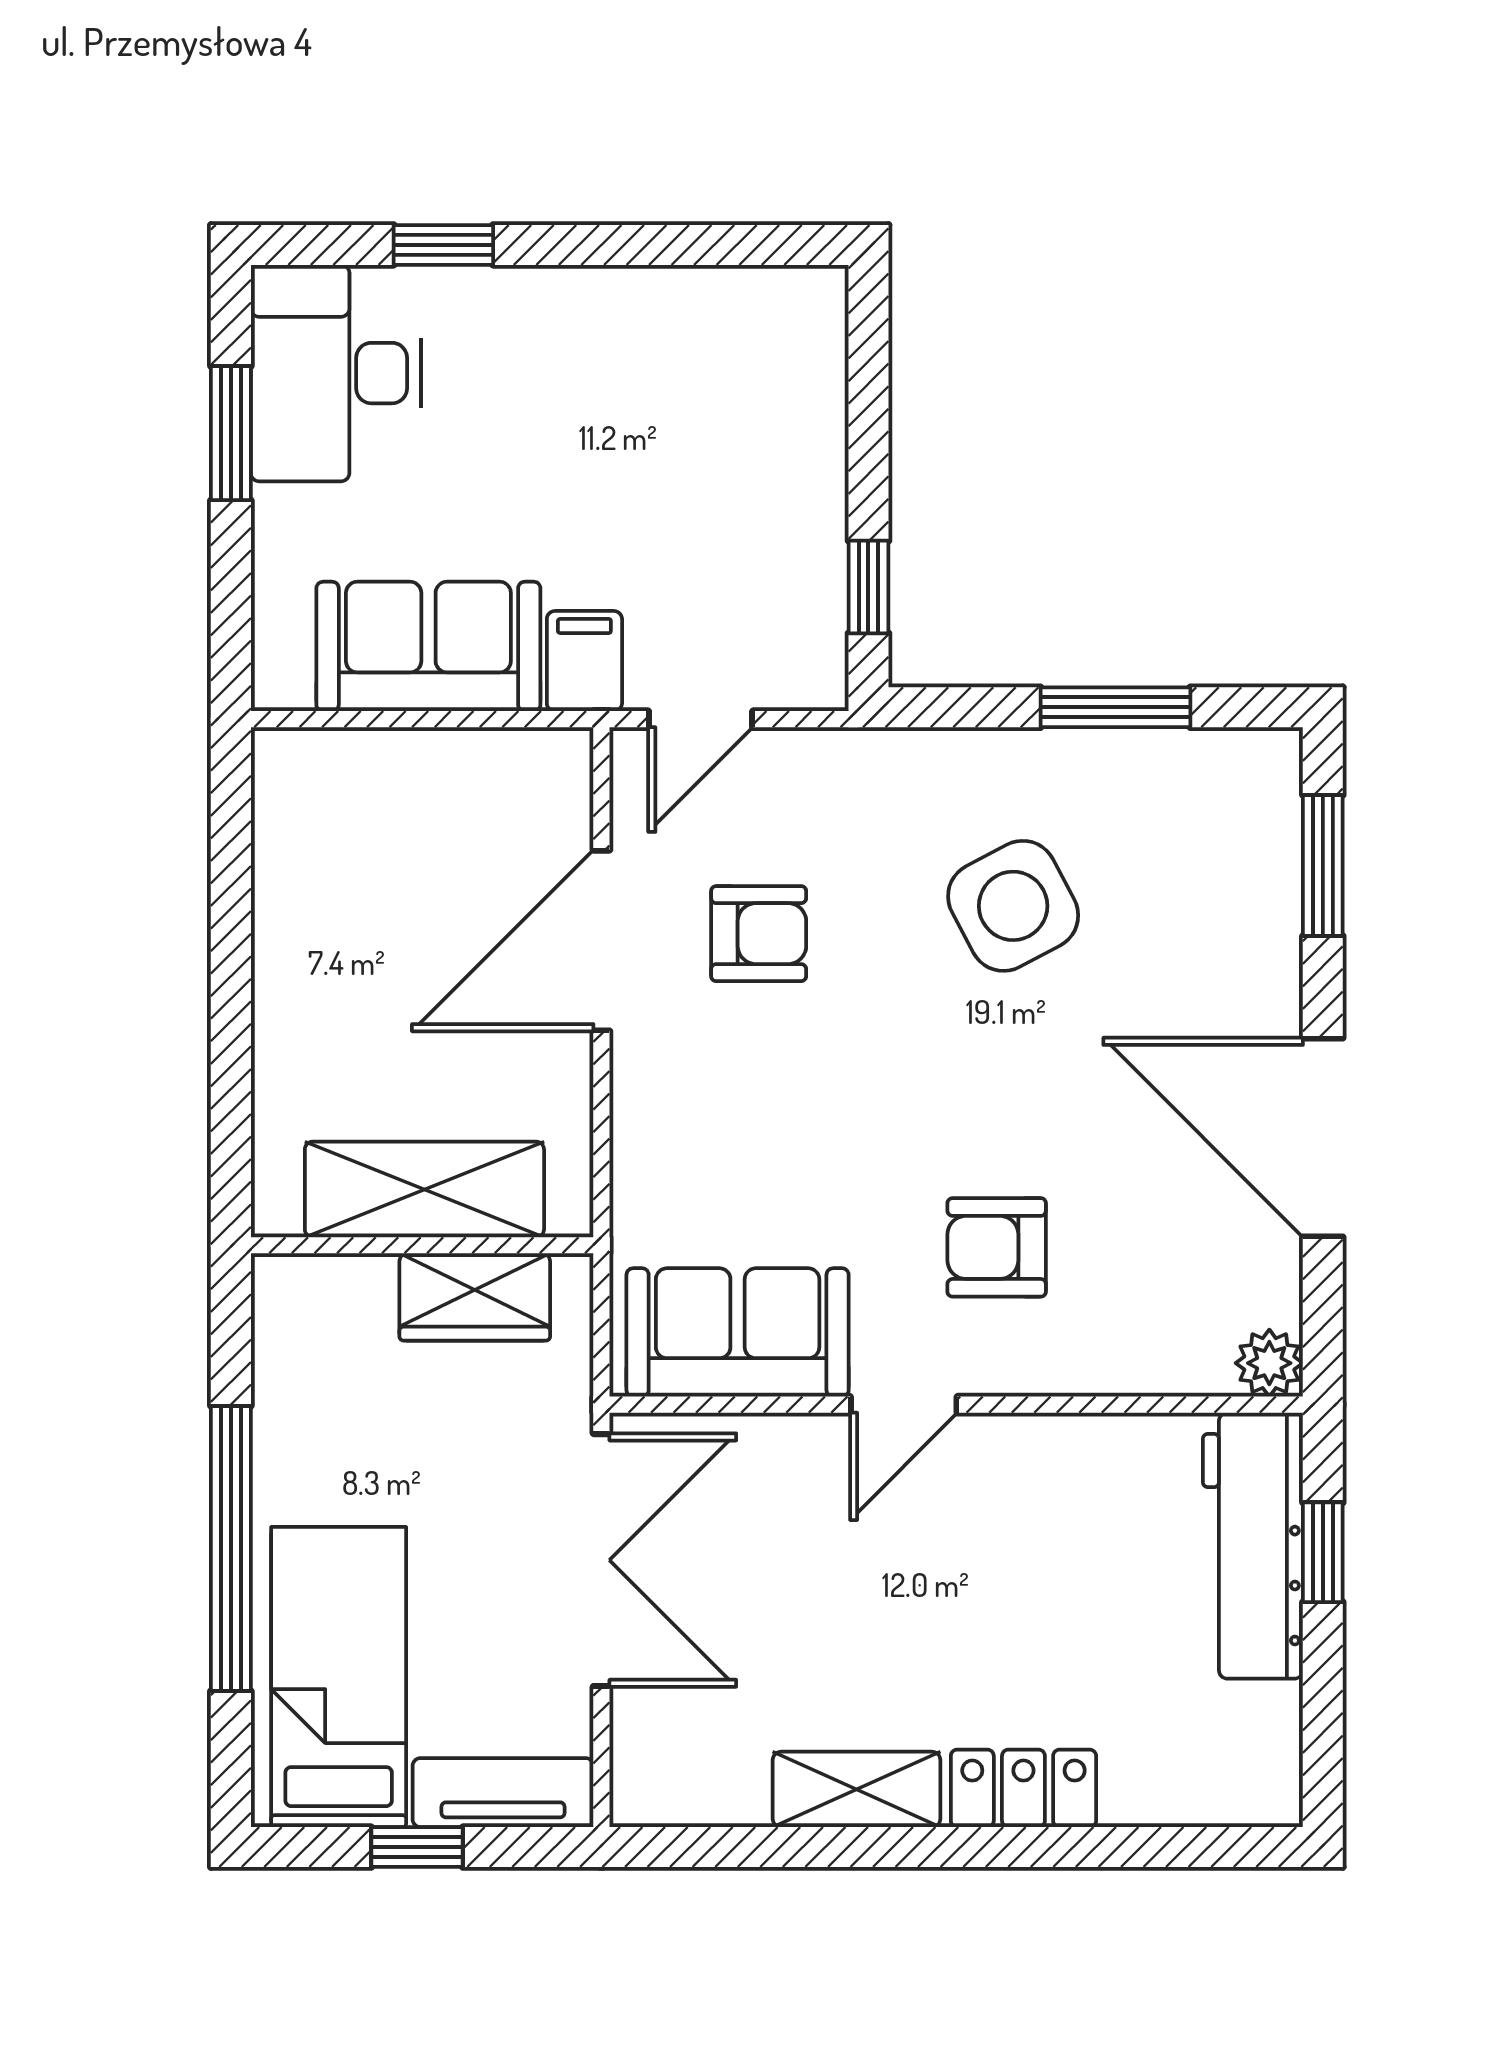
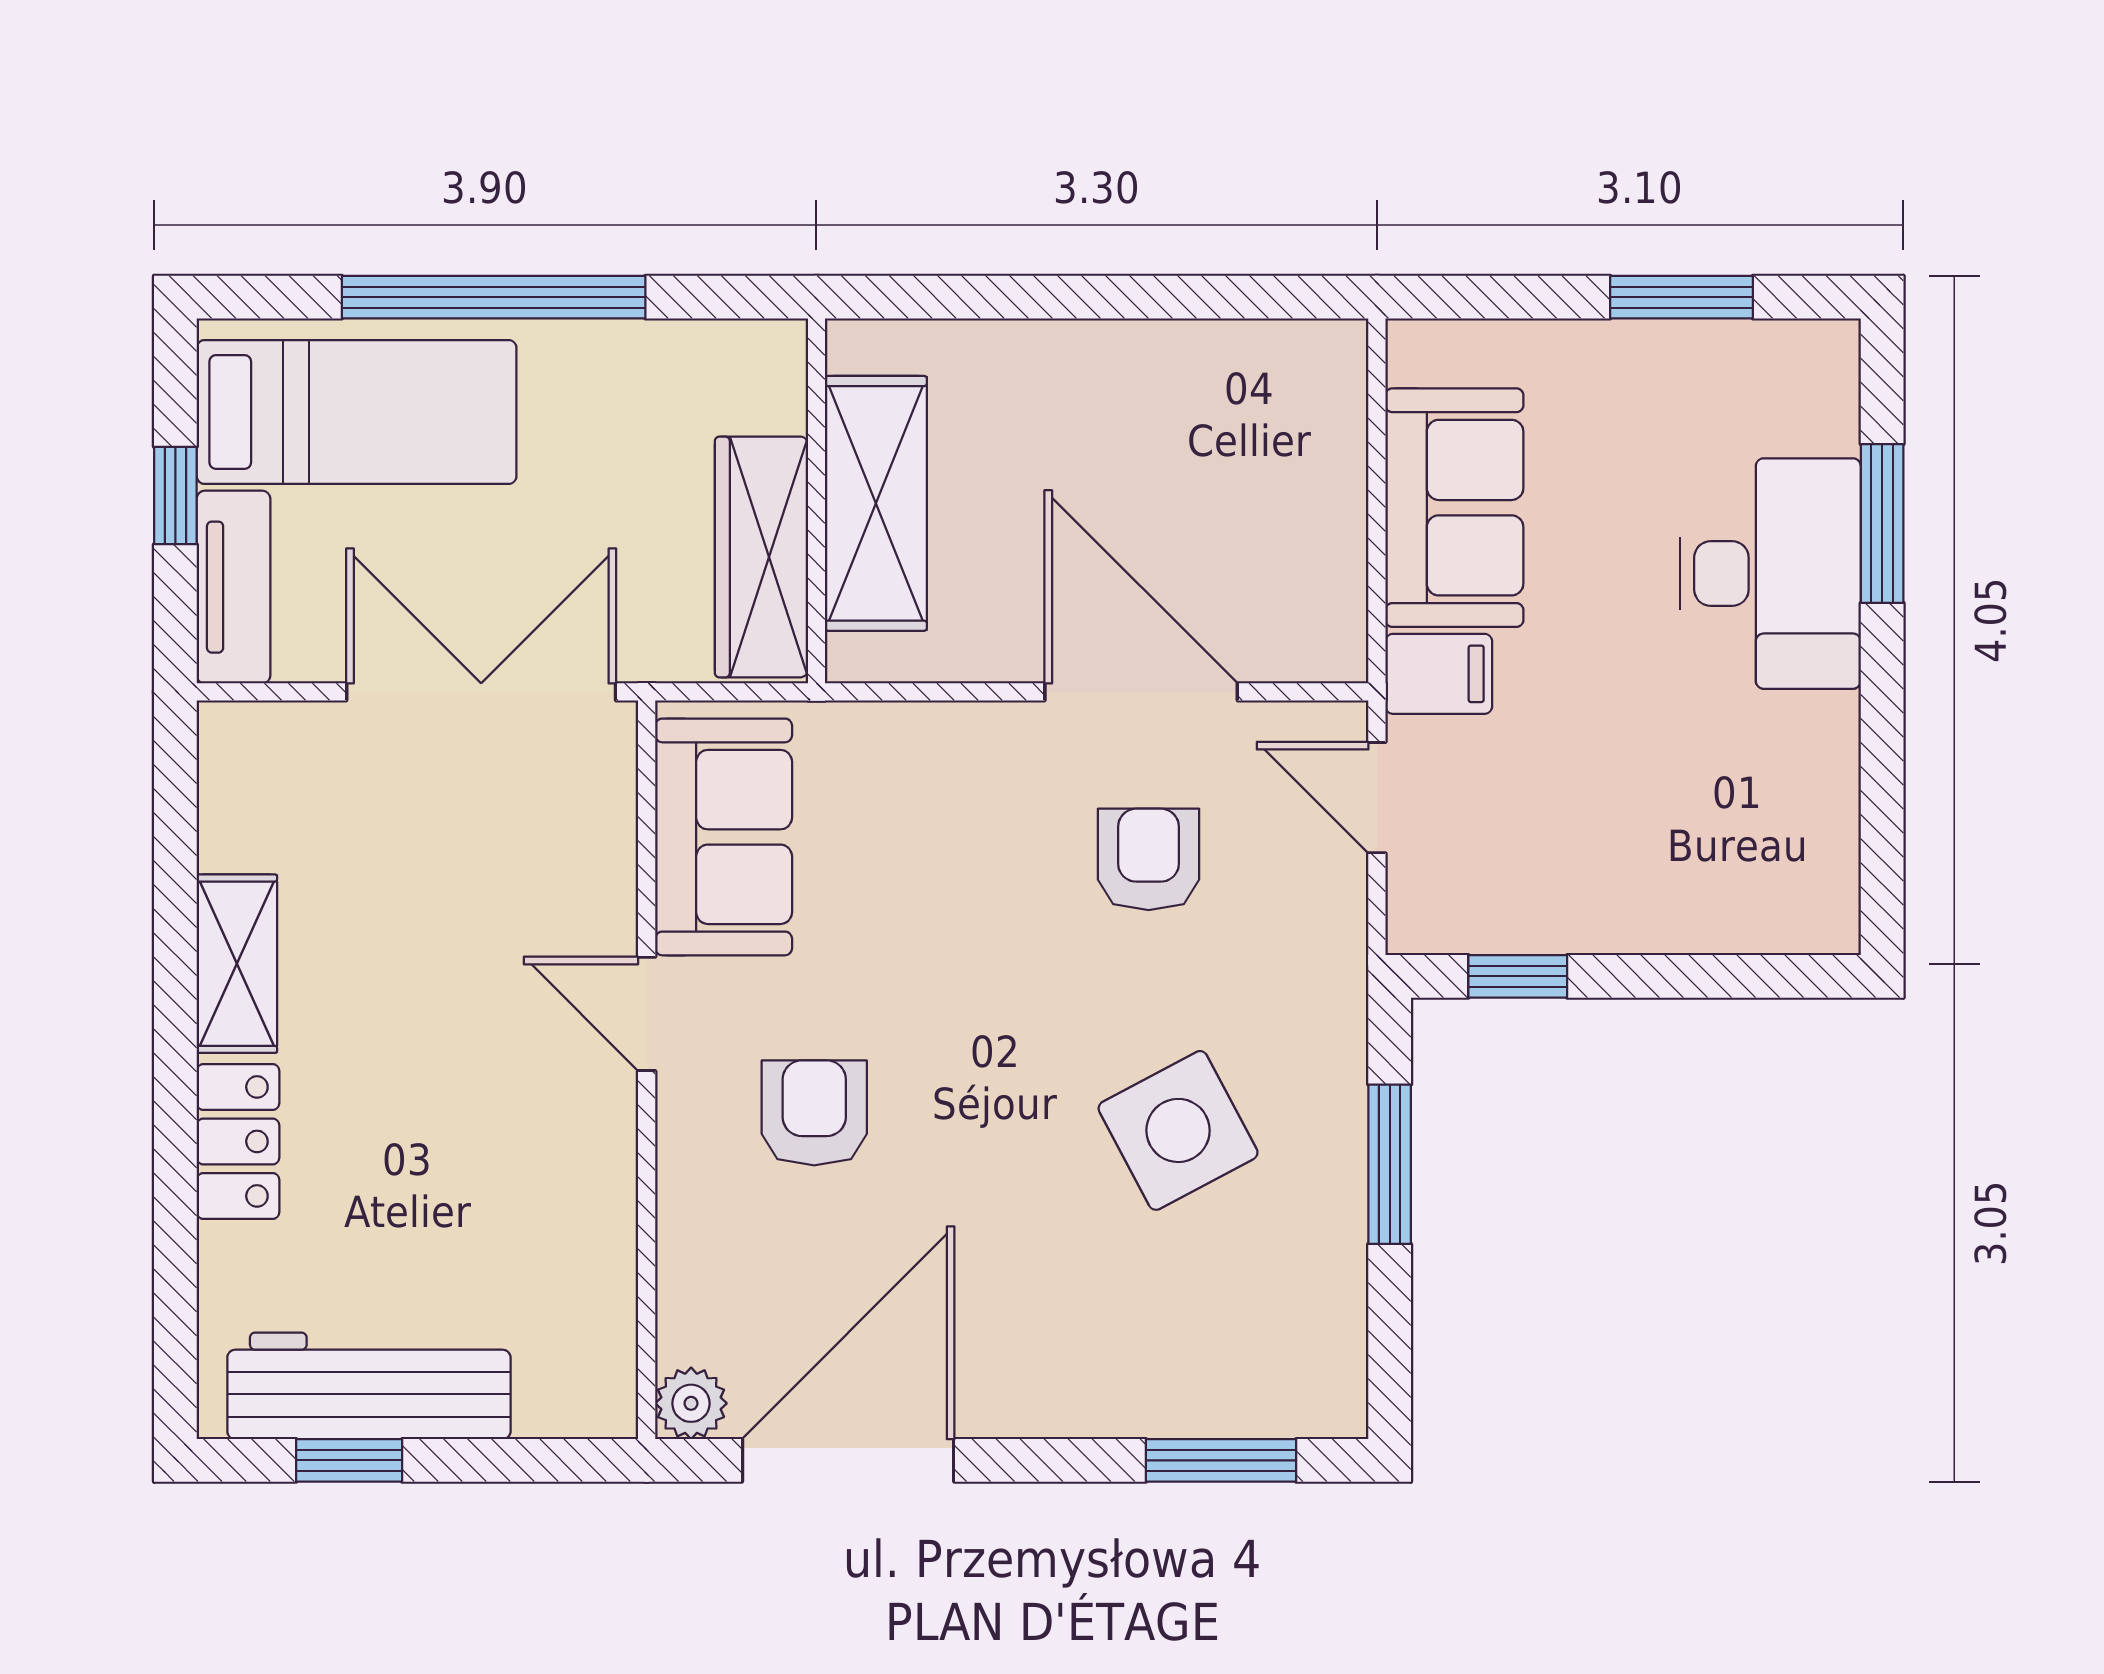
window: (443, 245) -> (1882, 524), width x1.50
desk: (336, 373) -> (1770, 574), moved, turned 90
window: (1115, 707) -> (1390, 1164), moved
armchair: (759, 934) -> (1149, 859), turned 180
door: (1323, 1138) -> (848, 1460), moved
wardrobe: (475, 1297) -> (761, 557), width x1.50
workbench: (1253, 1546) -> (369, 1386), moved
window: (1323, 1552) -> (349, 1460), moved
double door: (601, 1560) -> (481, 692), swing flipped

